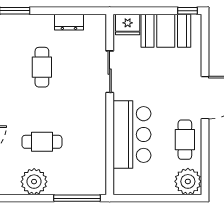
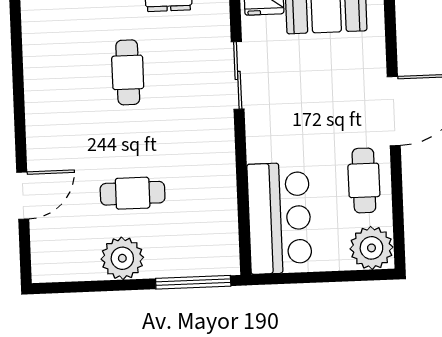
bar counter: (132, 135) -> (279, 218), moved

